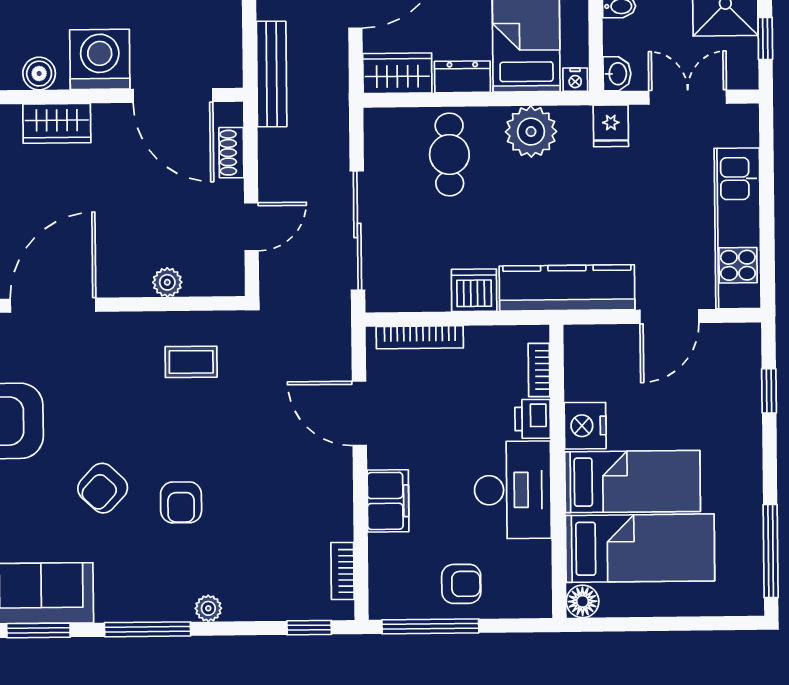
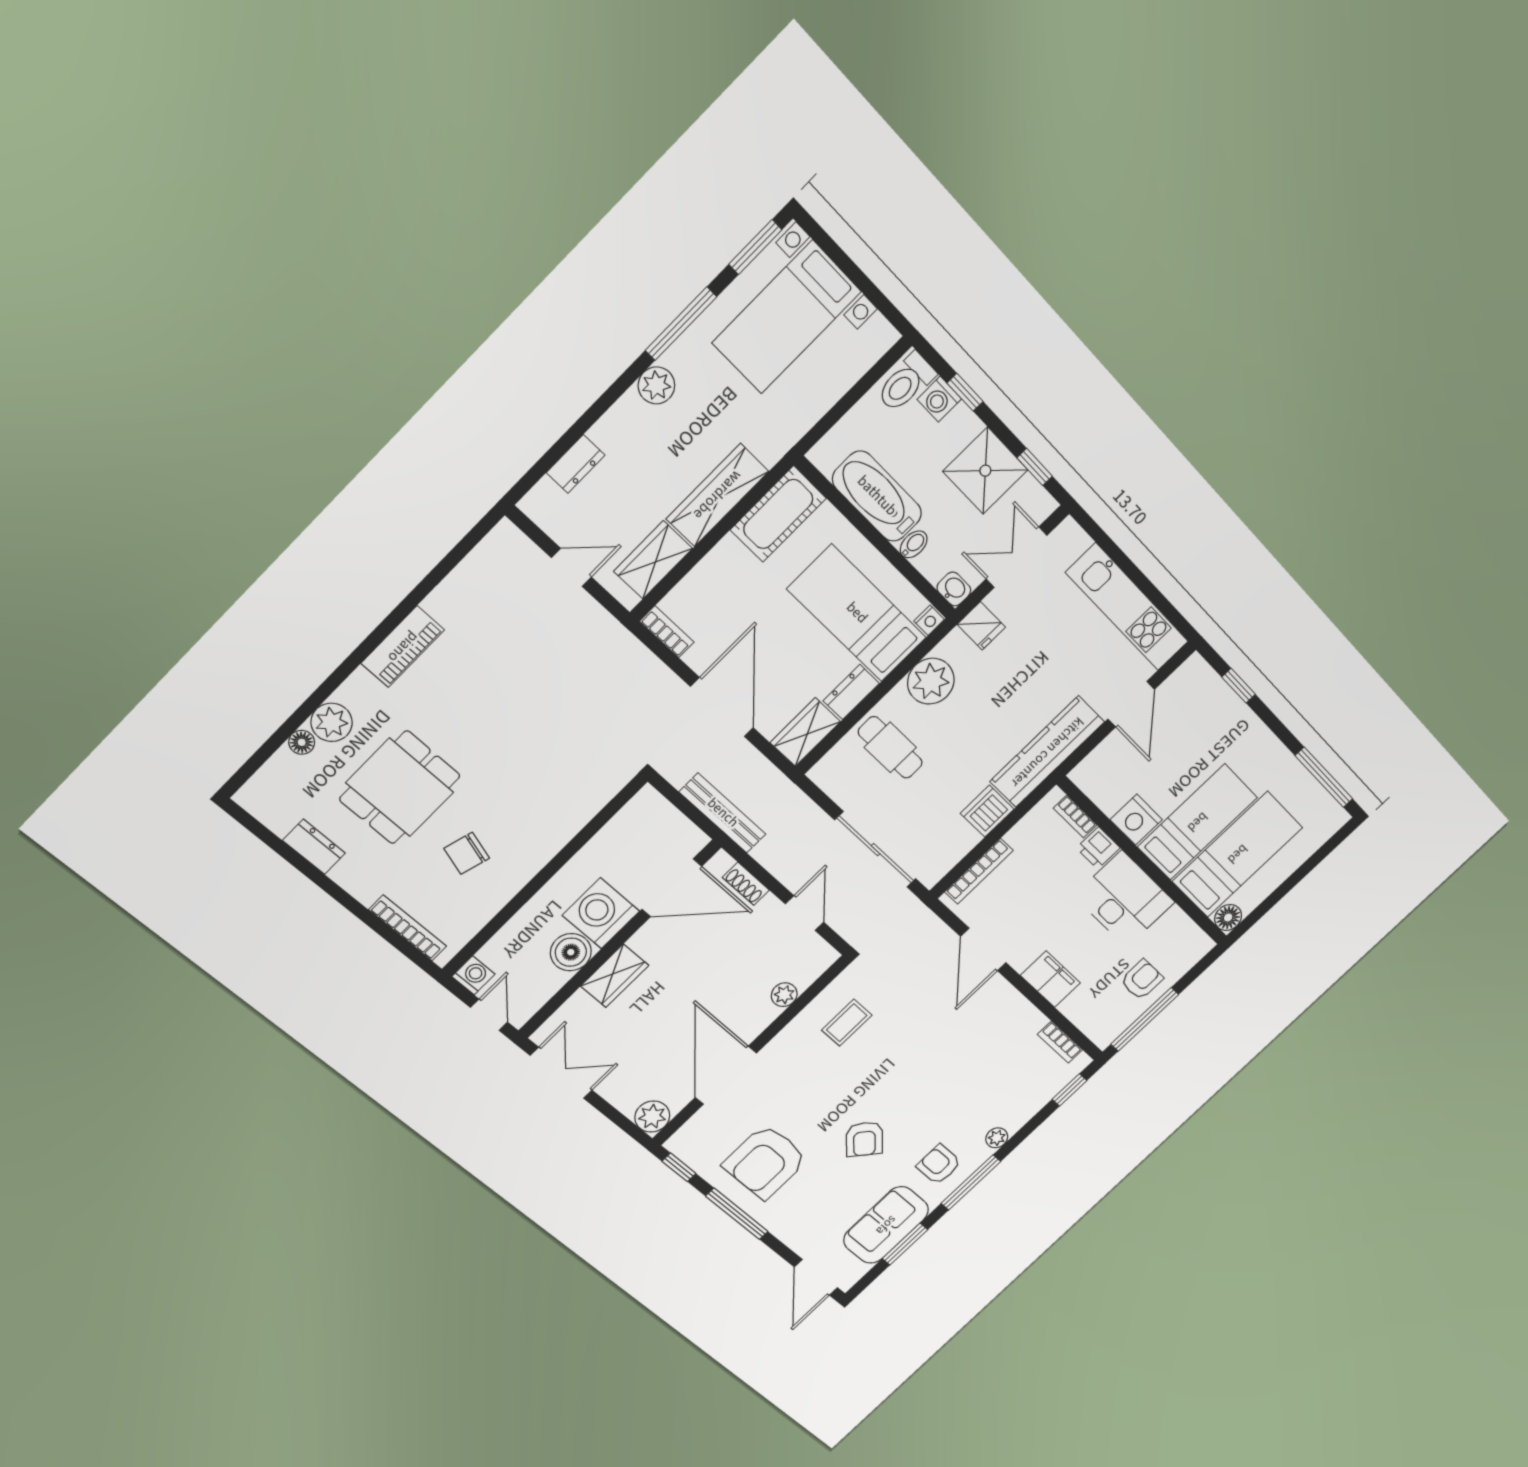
boiler: (39, 74) -> (571, 952), width x1.36, depth x1.36
door: (359, 413) -> (983, 950), hinge flipped
armchair: (181, 502) -> (939, 1164), moved, turned 180

